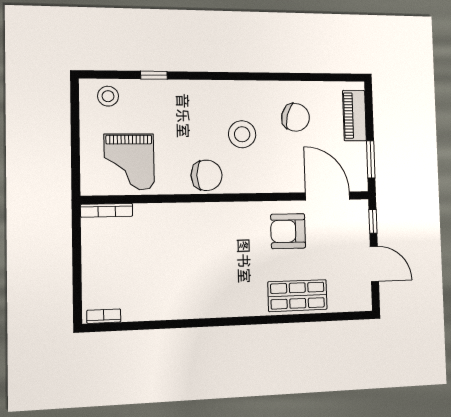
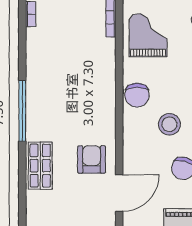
grand piano: (129, 162) -> (148, 35), turned 90
window: (230, 321) -> (22, 111), added

